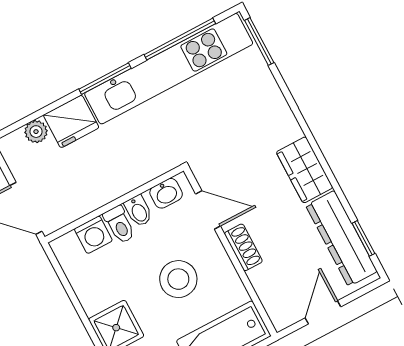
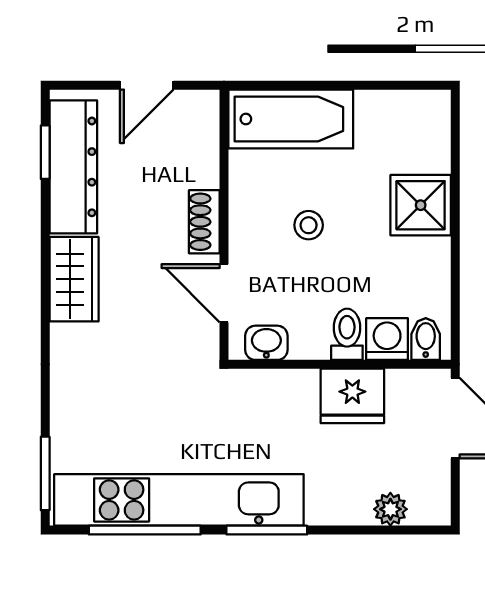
fridge: (71, 121) -> (352, 396), moved, turned 180
bidet: (138, 211) -> (426, 339), moved
stool: (178, 279) -> (309, 225), width x0.53, depth x0.53

